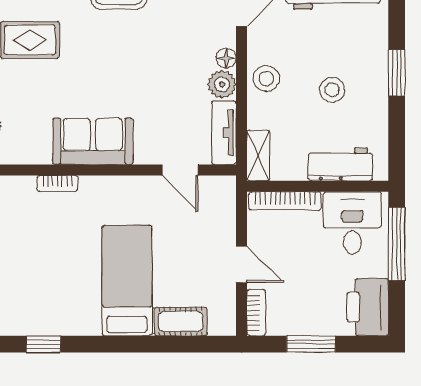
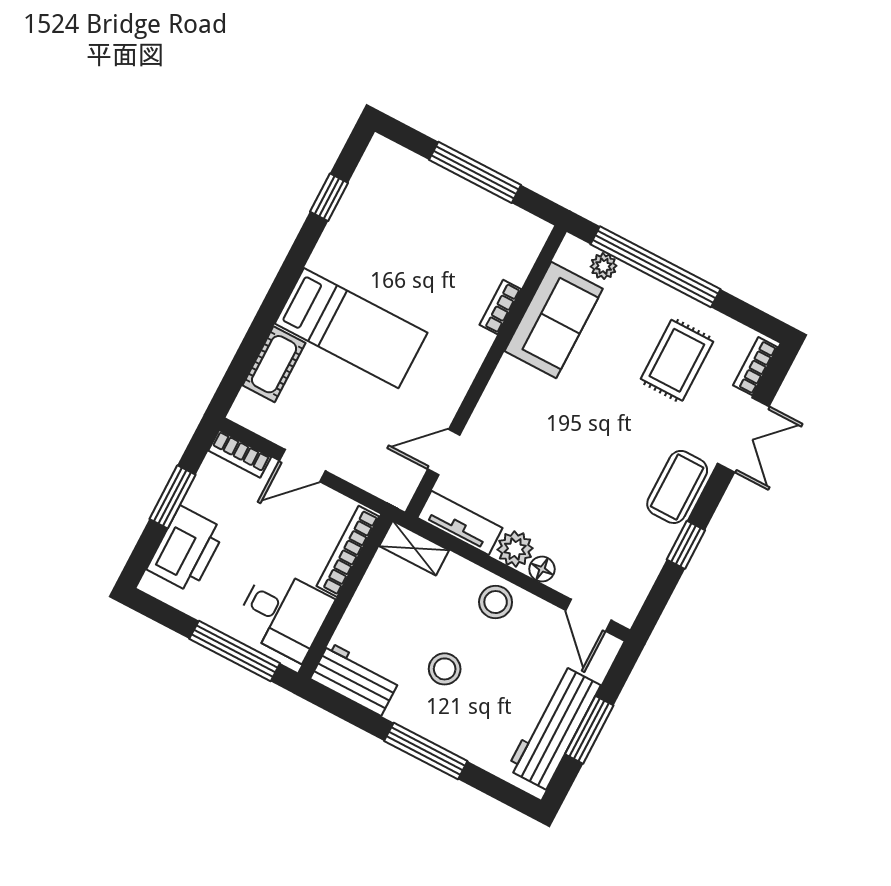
window: (397, 73) -> (426, 751), width x1.44
sofa: (93, 141) -> (554, 320), moved
workbench: (340, 164) -> (355, 679), moved, turned -90
printer: (368, 307) -> (186, 549), moved, turned 90

